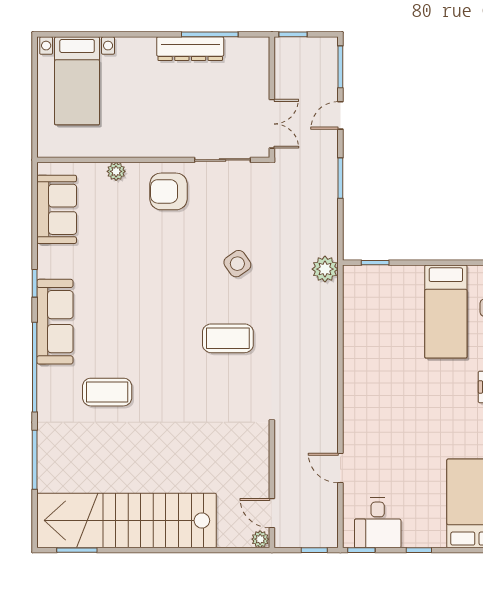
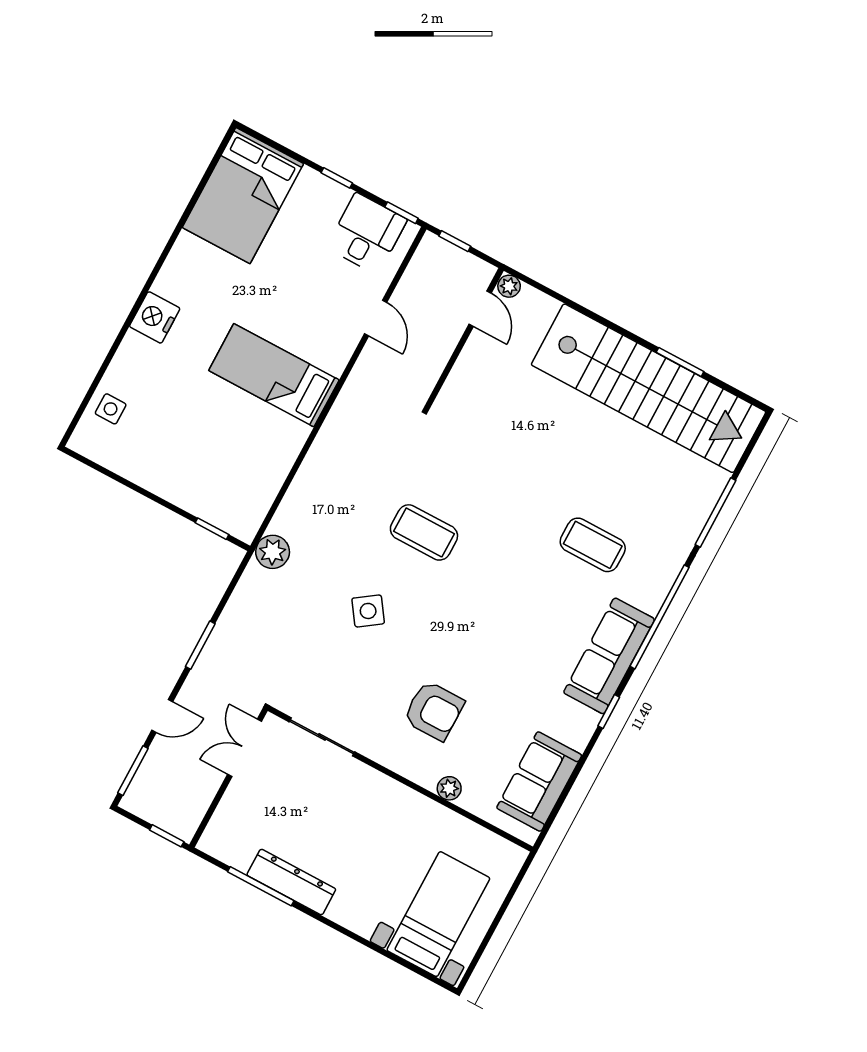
armchair: (168, 191) -> (434, 711), moved
bed: (446, 312) -> (274, 375), moved, turned -90
window: (77, 550) -> (680, 362), moved

